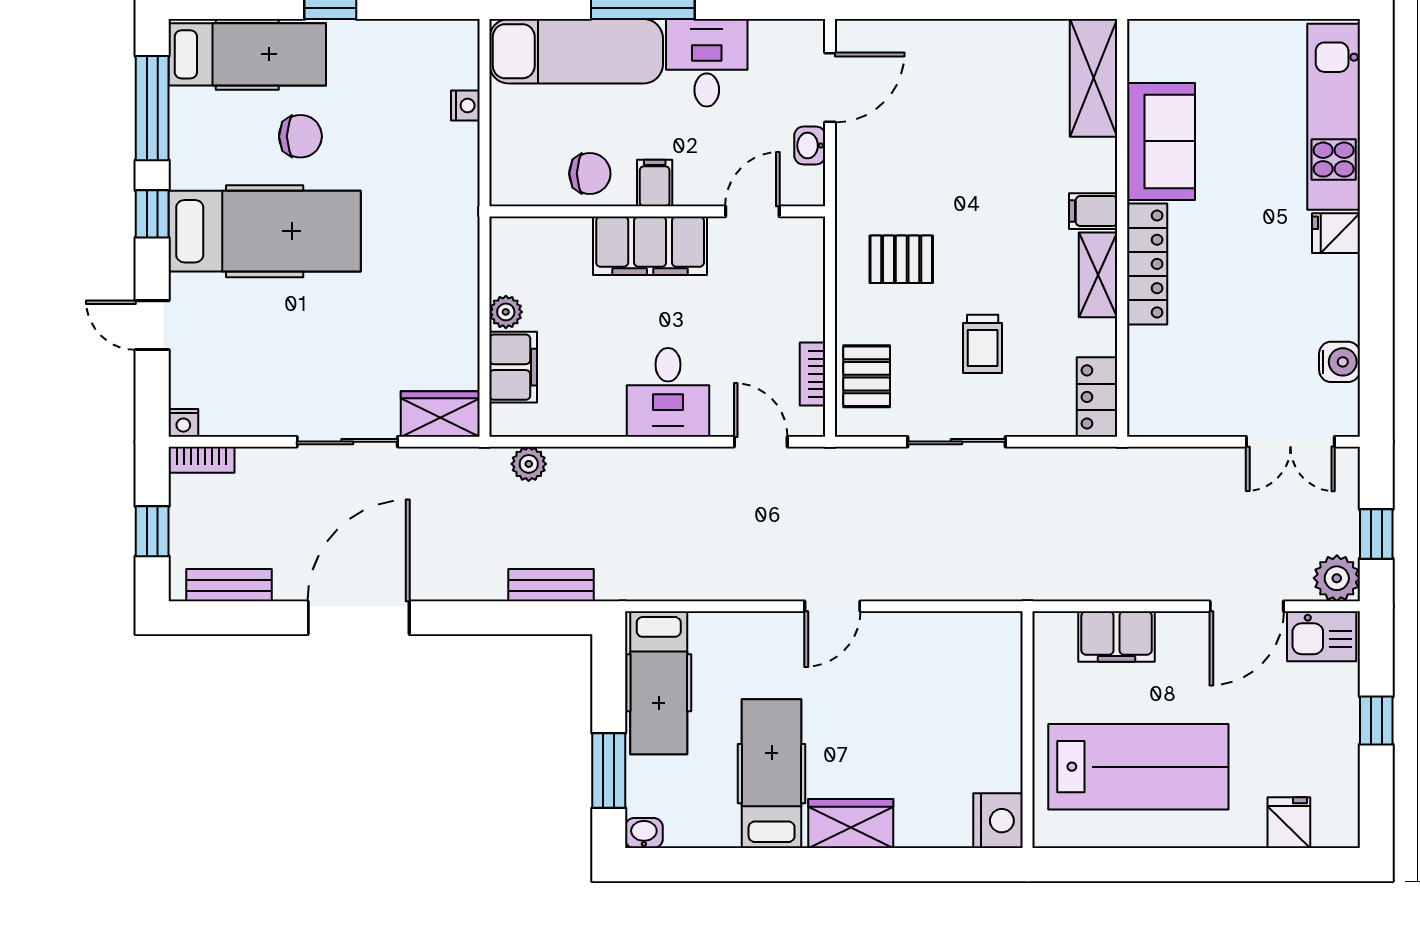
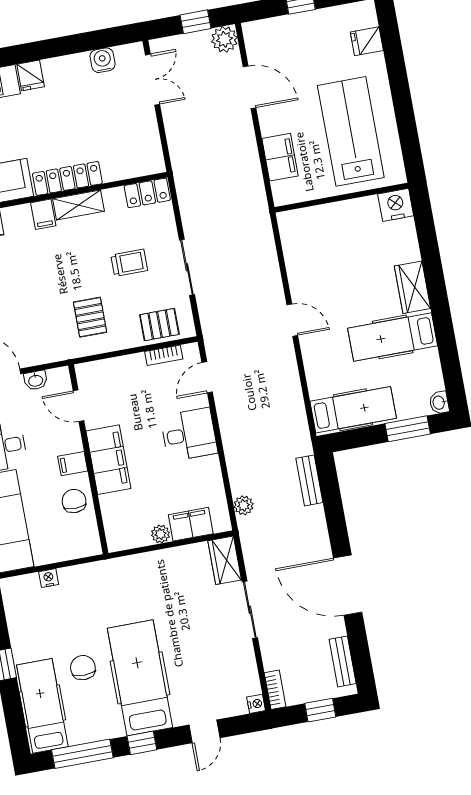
kitchen sink: (1322, 636) -> (259, 42), removed

